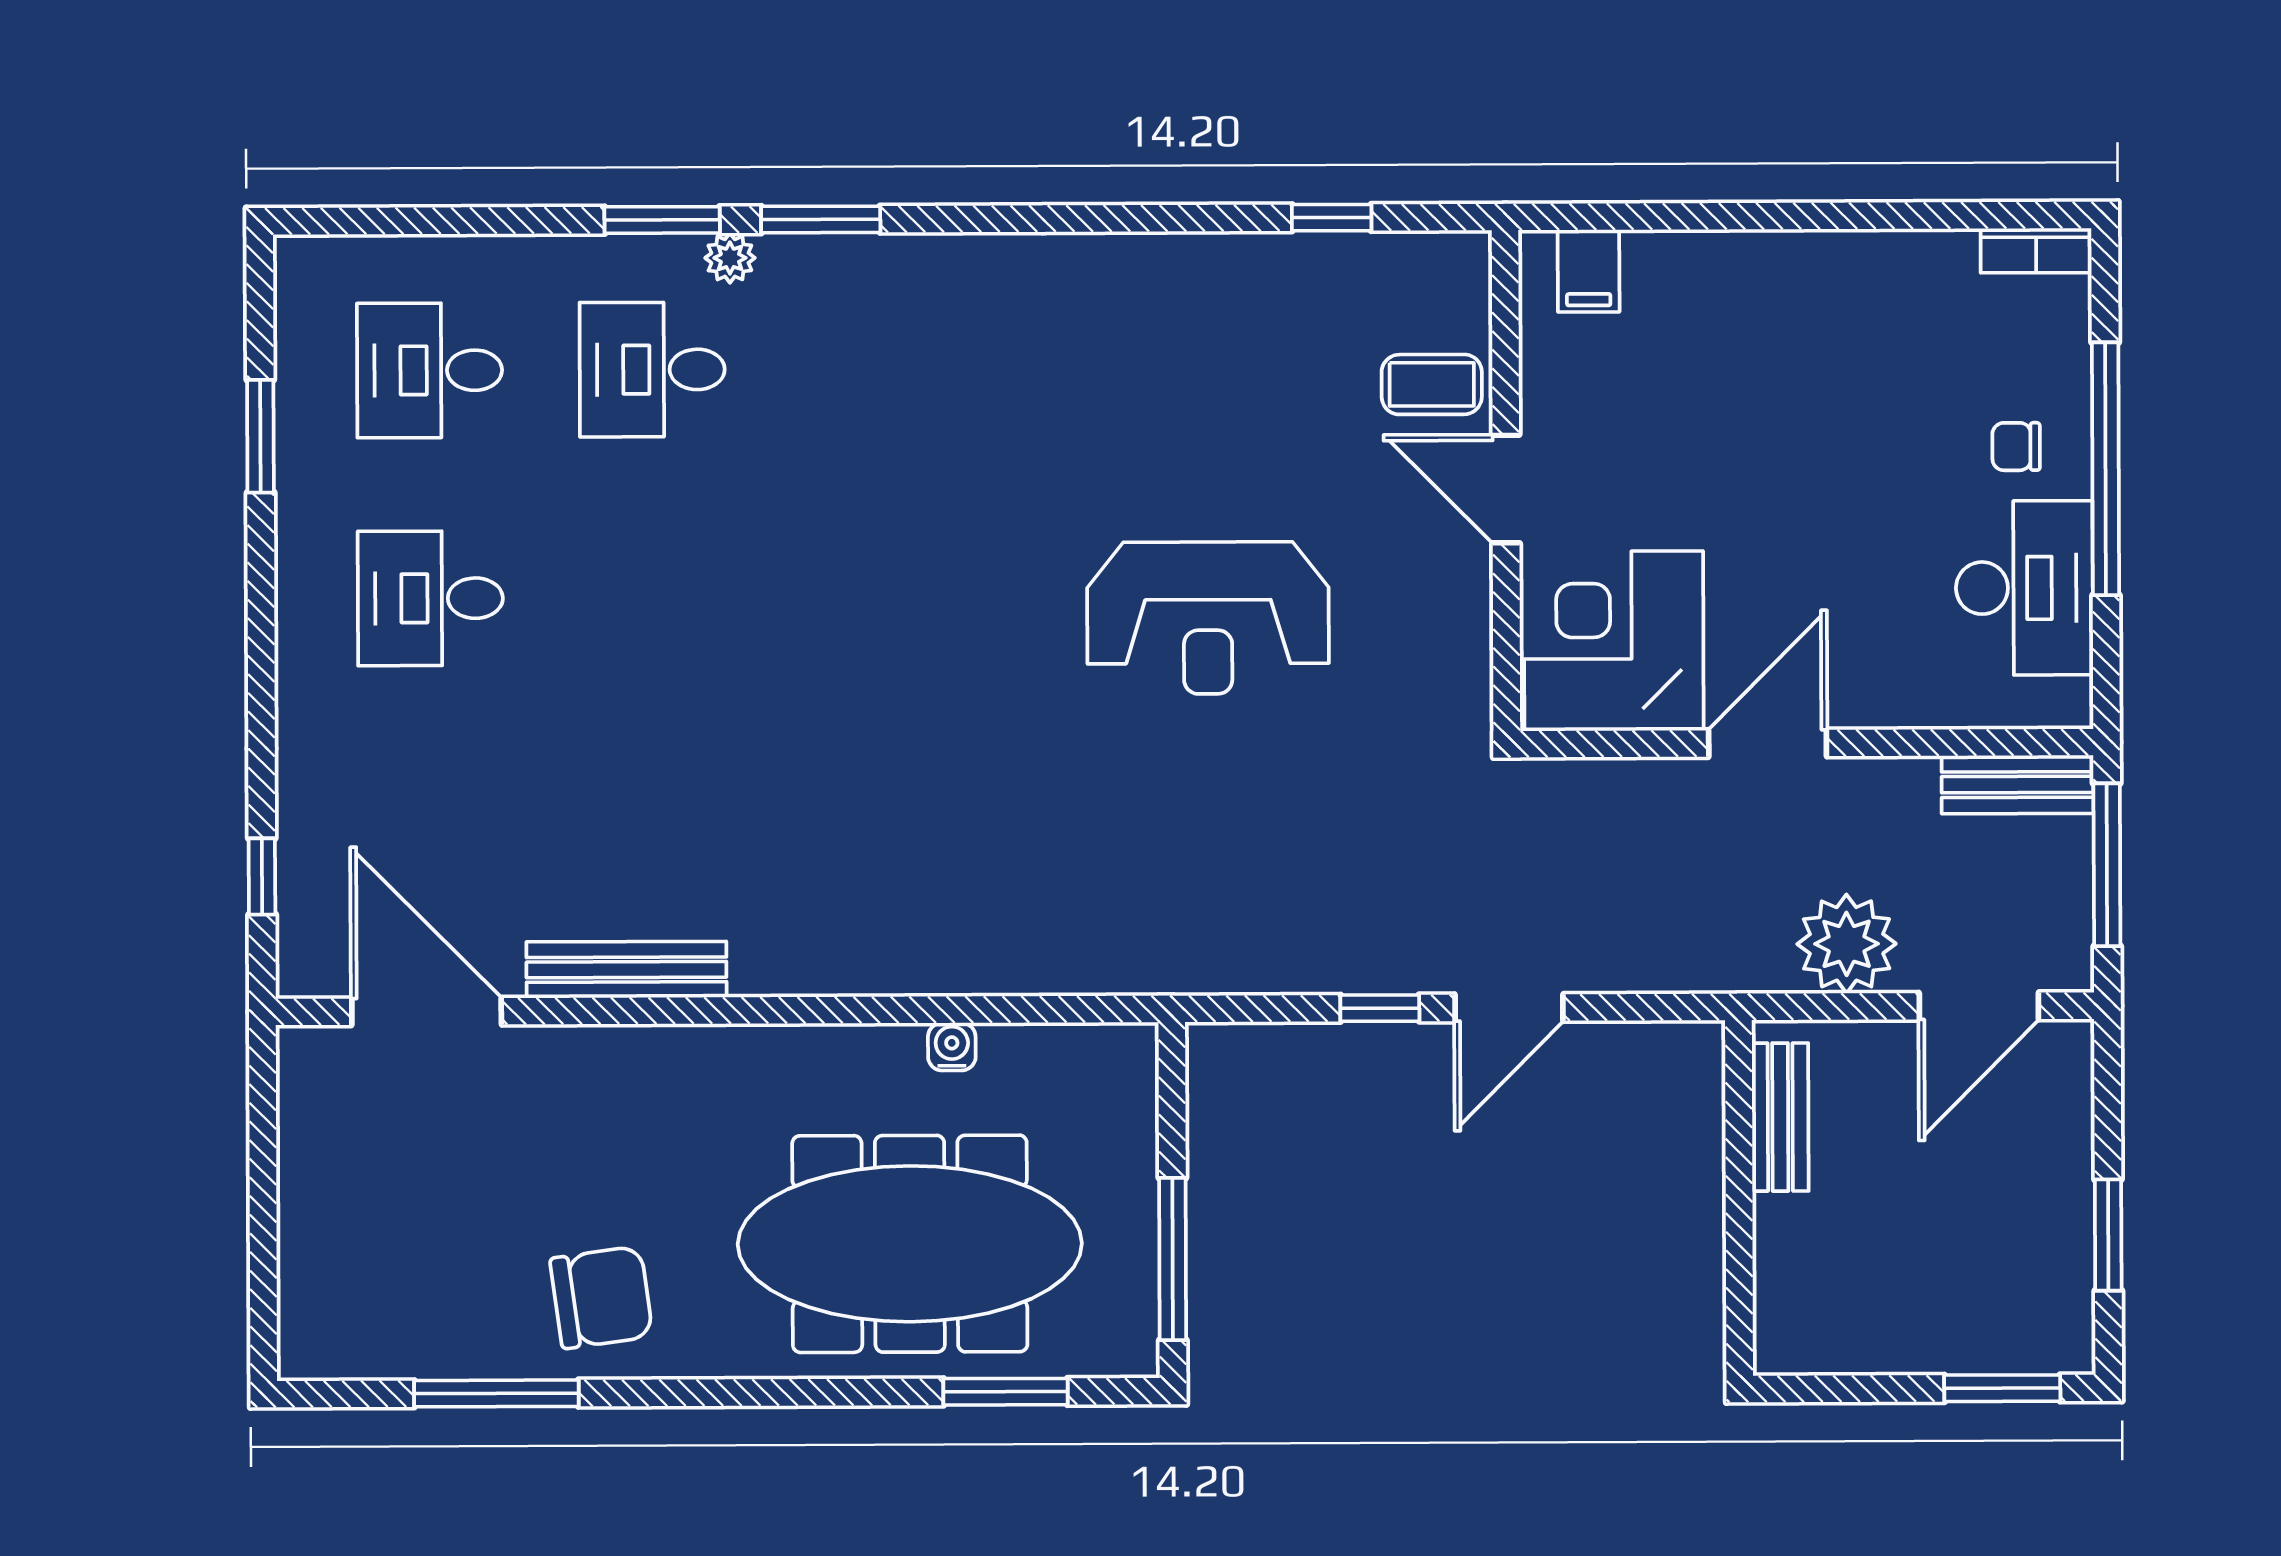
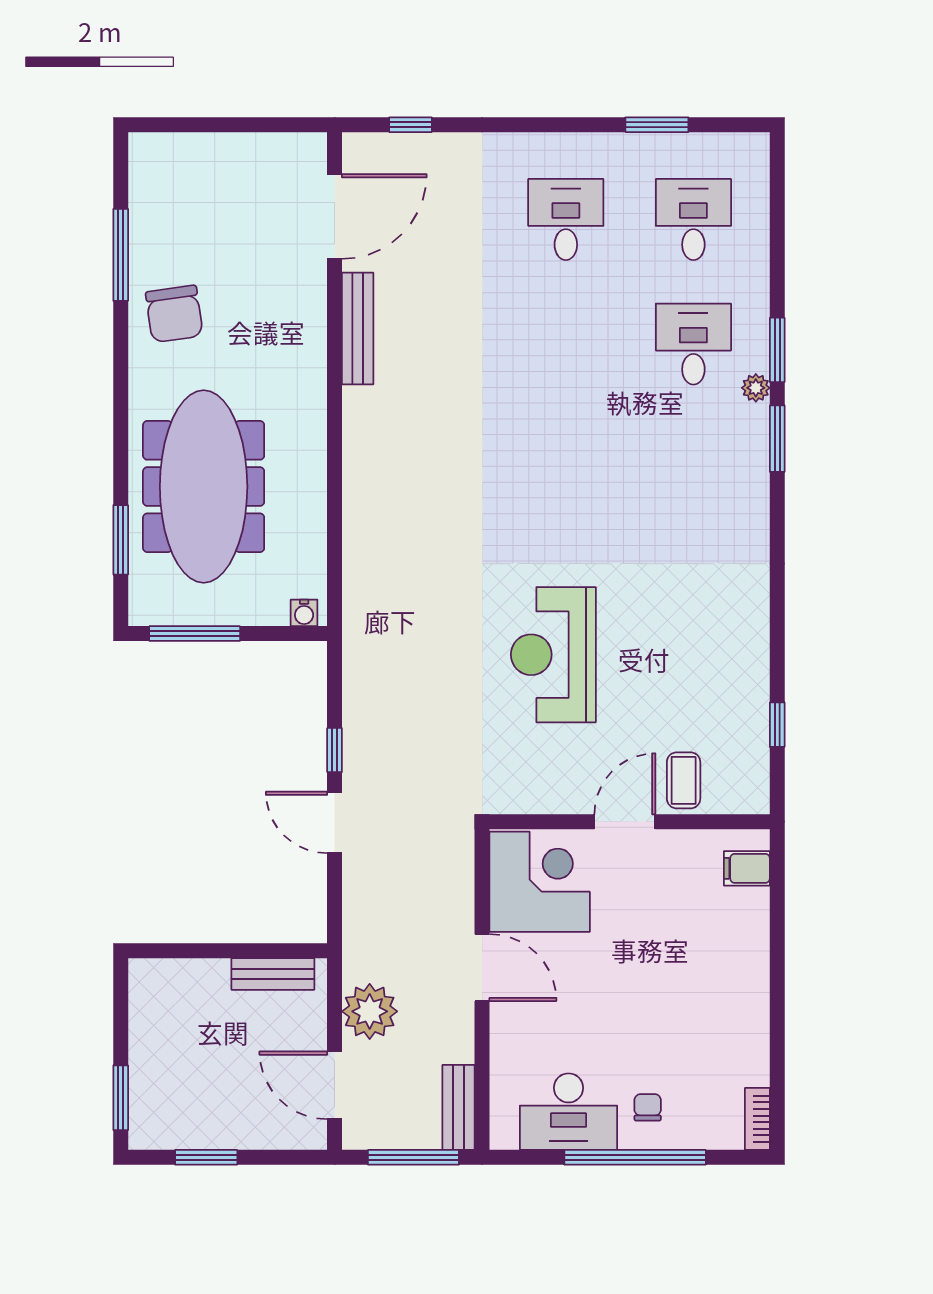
water cooler: (952, 1047) -> (304, 613), moved, turned 90

